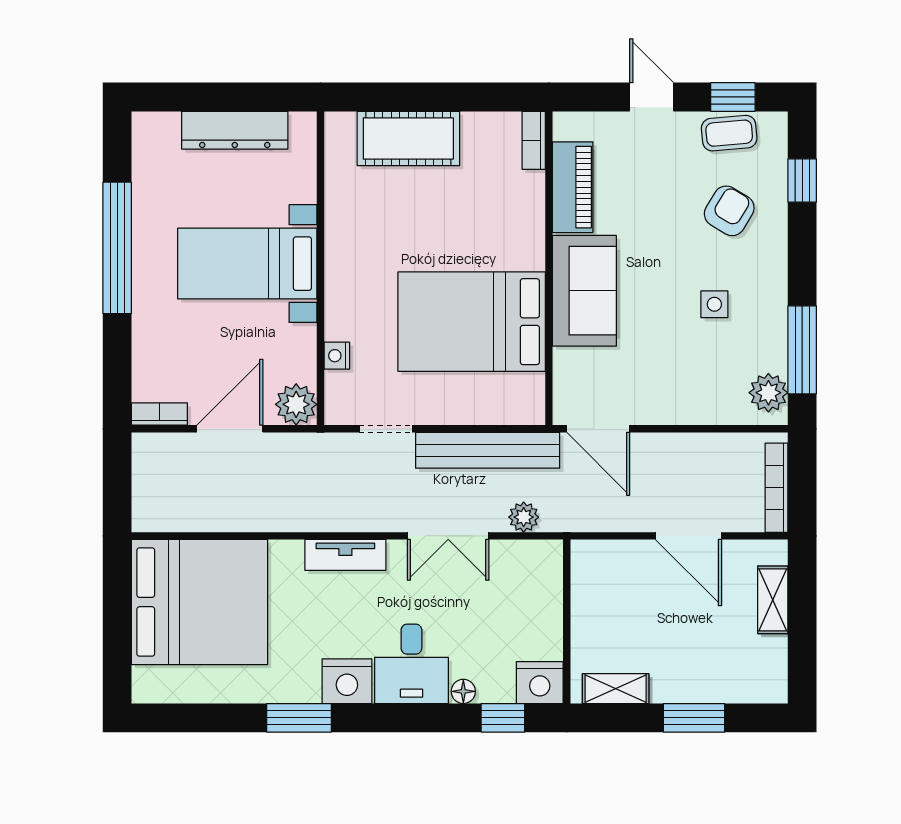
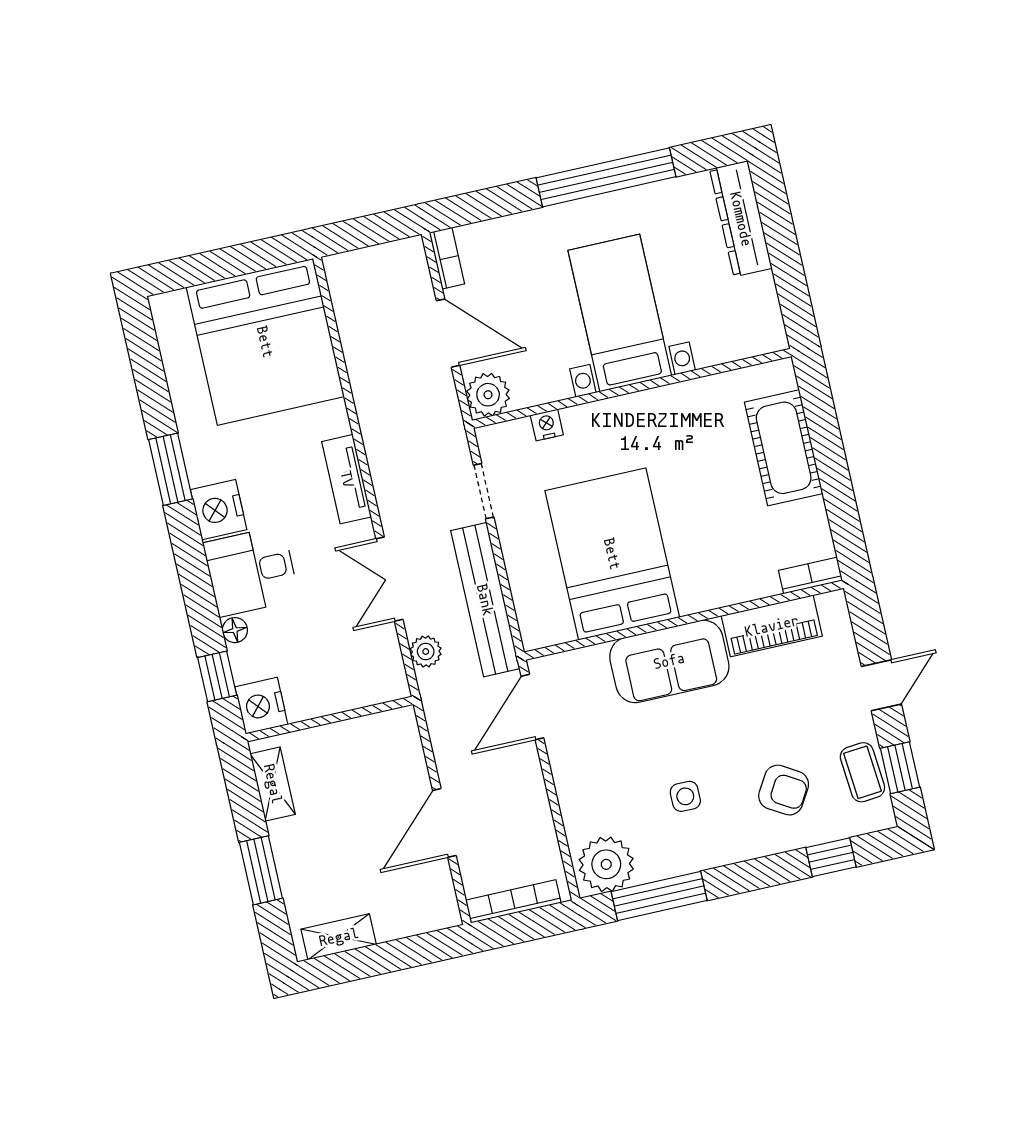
dresser: (235, 130) -> (741, 219), moved
plant: (768, 393) -> (606, 864), width x1.36, depth x1.36
shelving: (773, 600) -> (339, 937), moved

